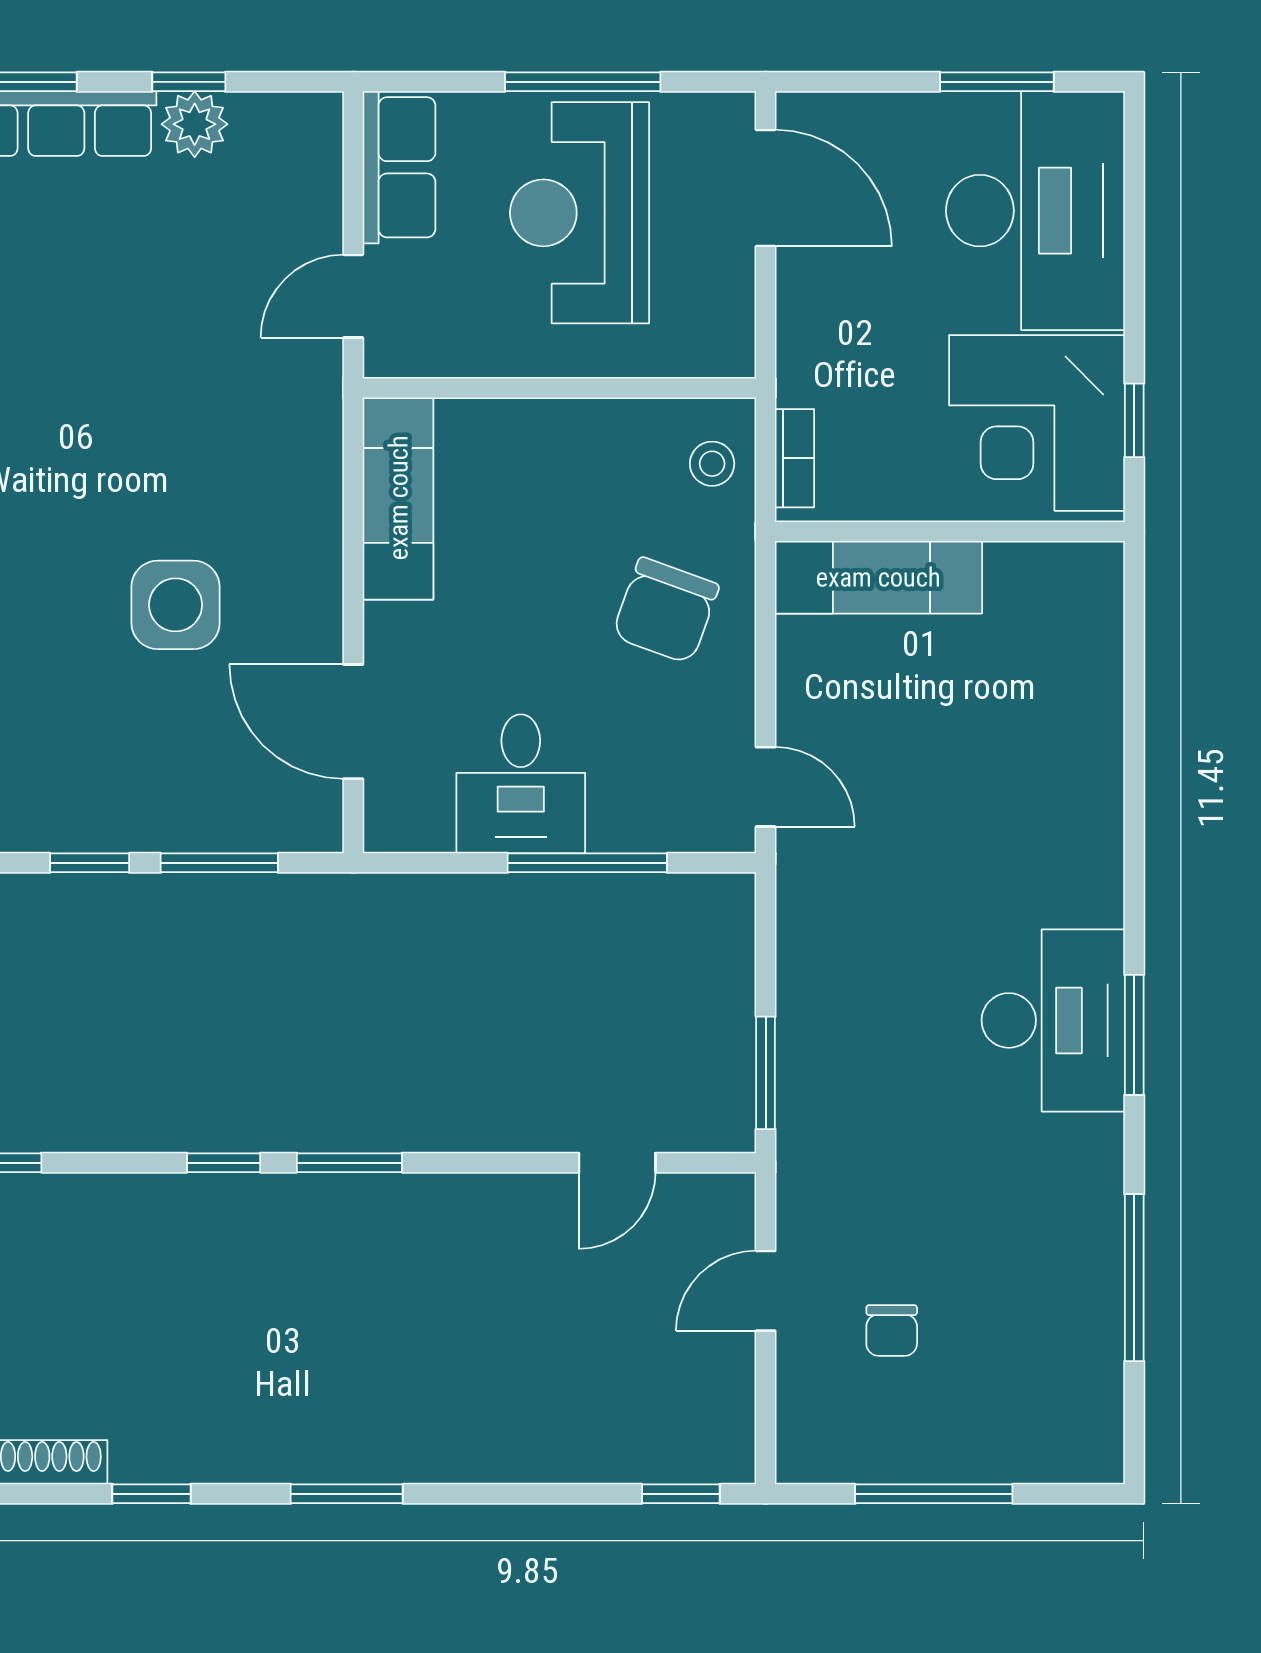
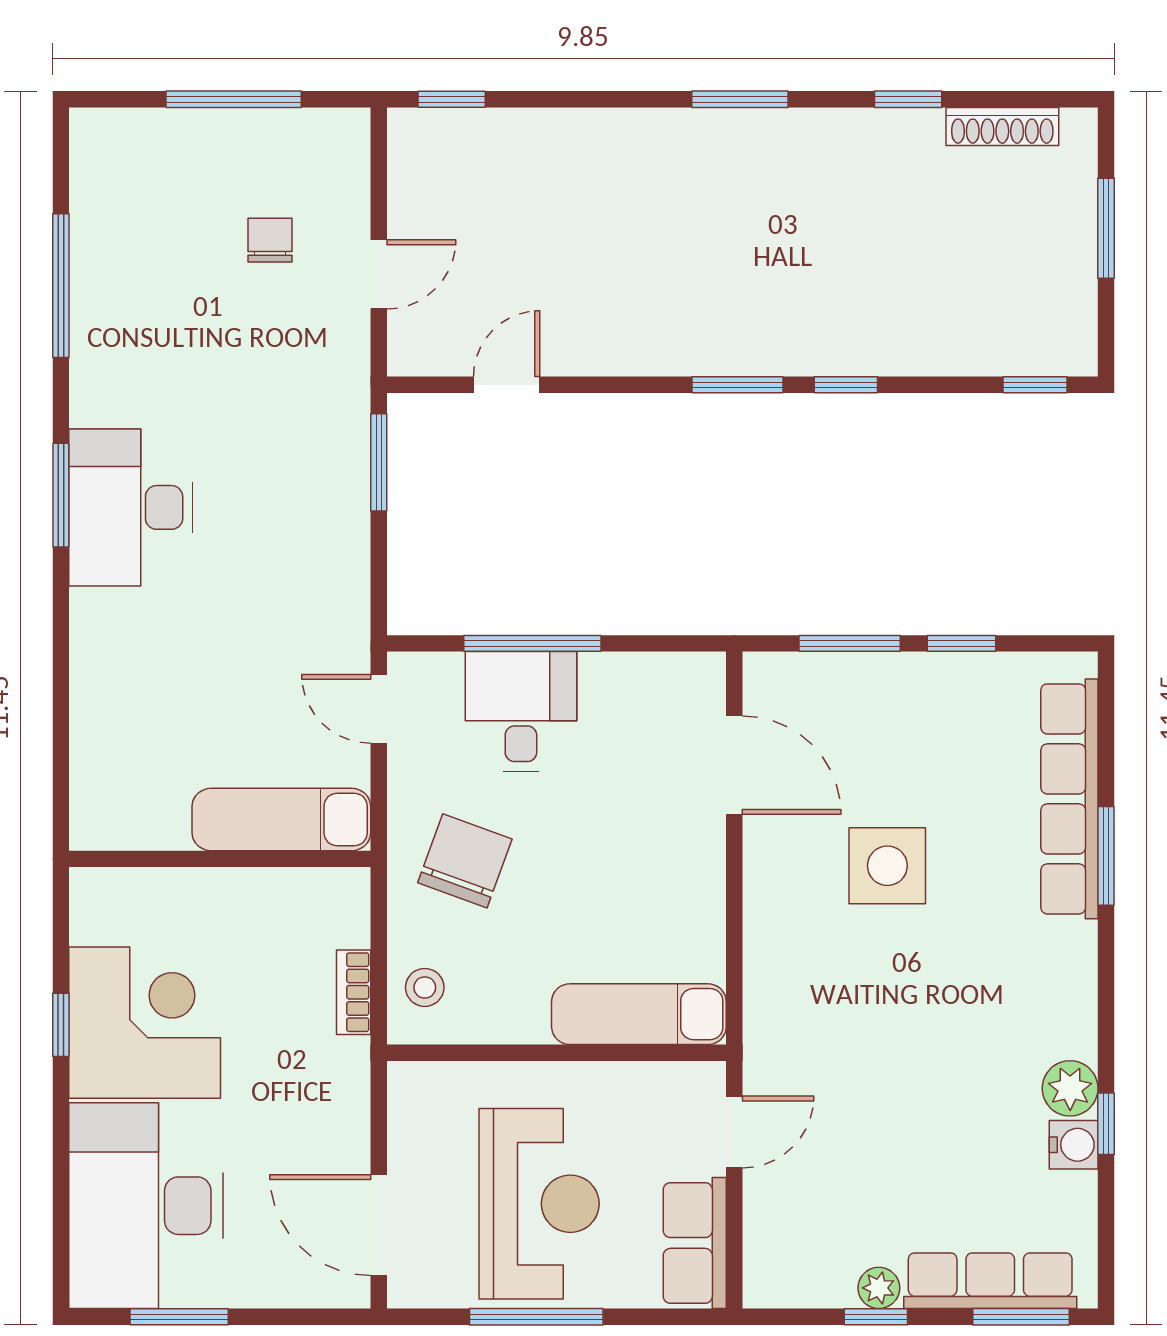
plant: (195, 124) -> (879, 1288), width x0.73, depth x0.73
exam couch: (398, 498) -> (639, 1014), moved, turned 90
wall: (950, 532) -> (220, 859), moved
exam couch: (878, 577) -> (281, 820), moved
desk: (521, 784) -> (521, 711), moved

